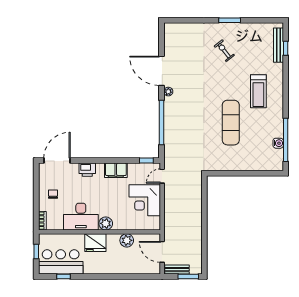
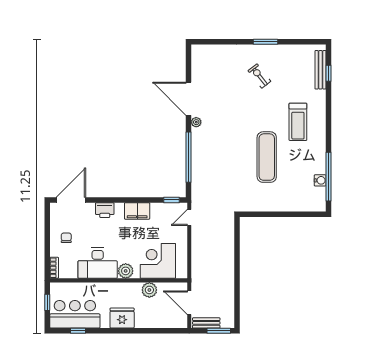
corner desk: (145, 200) -> (158, 261), moved, turned 90
fridge: (95, 243) -> (122, 318), moved, turned 180

